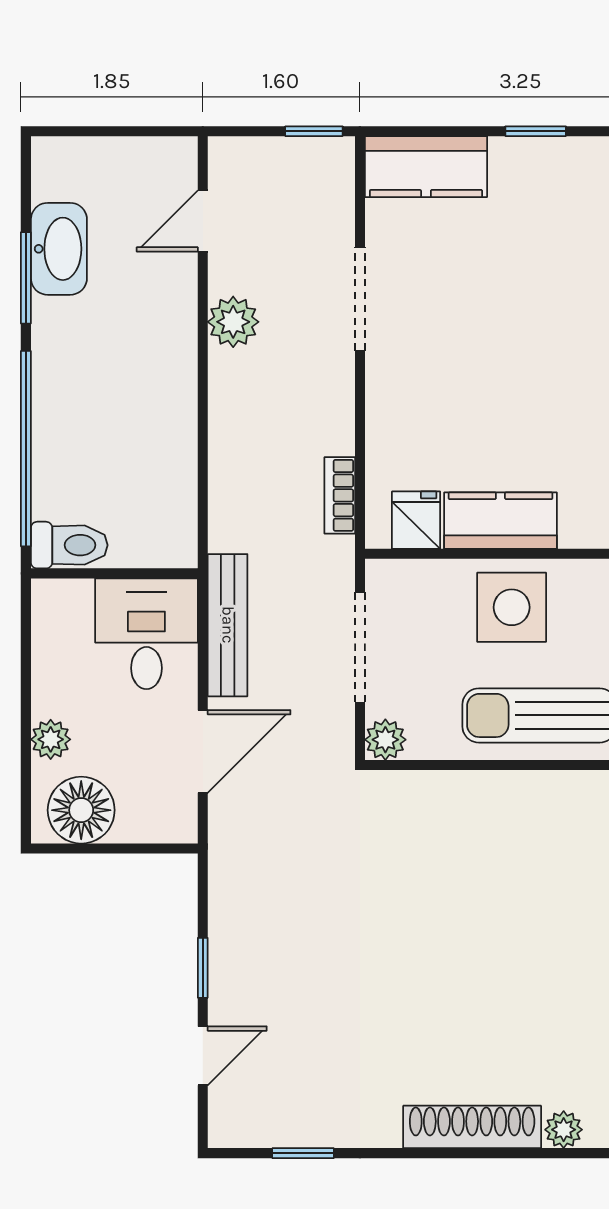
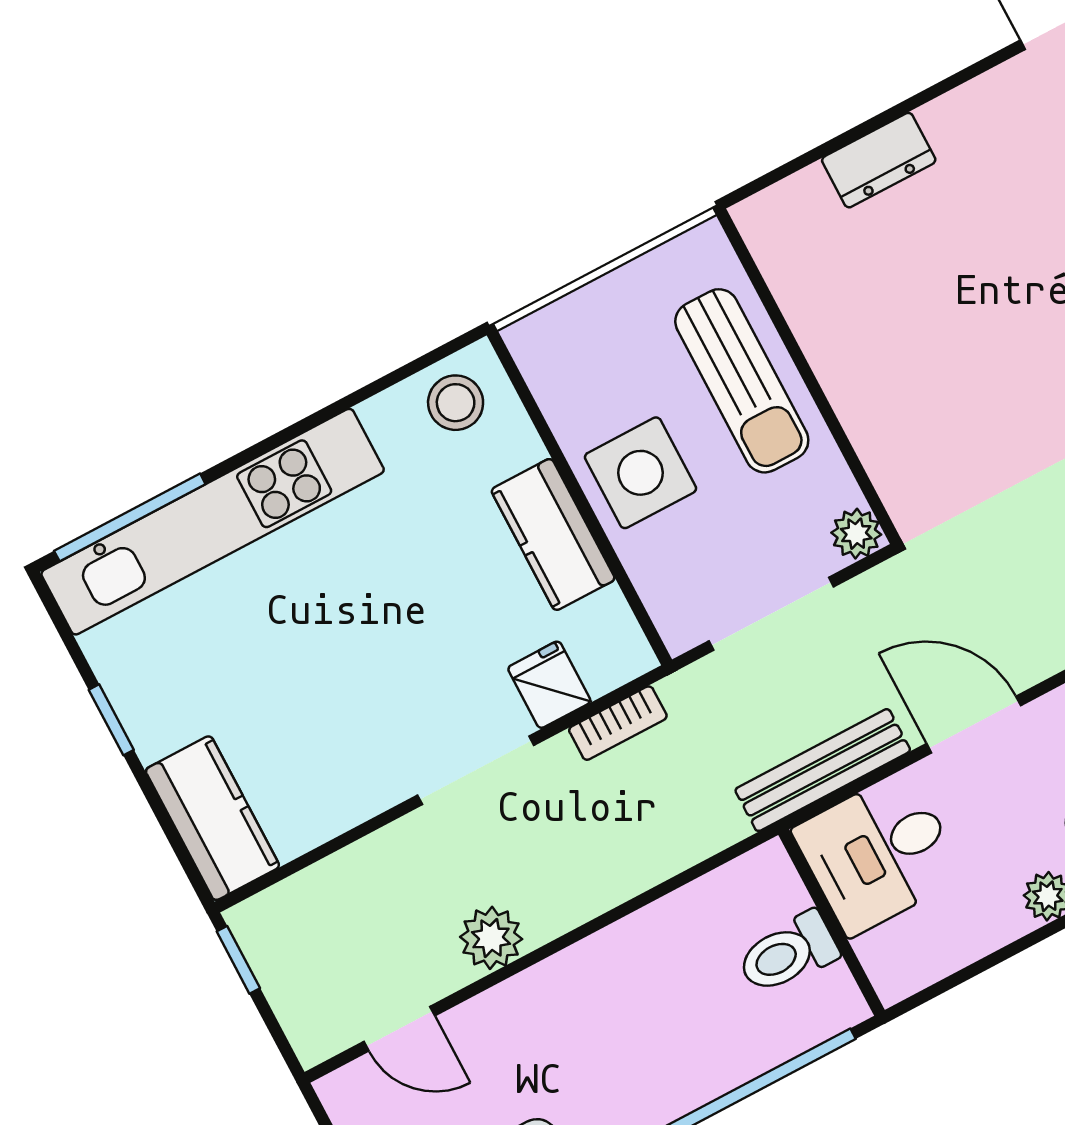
doorway: (360, 299) -> (476, 770), moved
fridge: (416, 520) -> (549, 685), moved, turned 90
toilet: (69, 545) -> (788, 953), moved, turned -90

